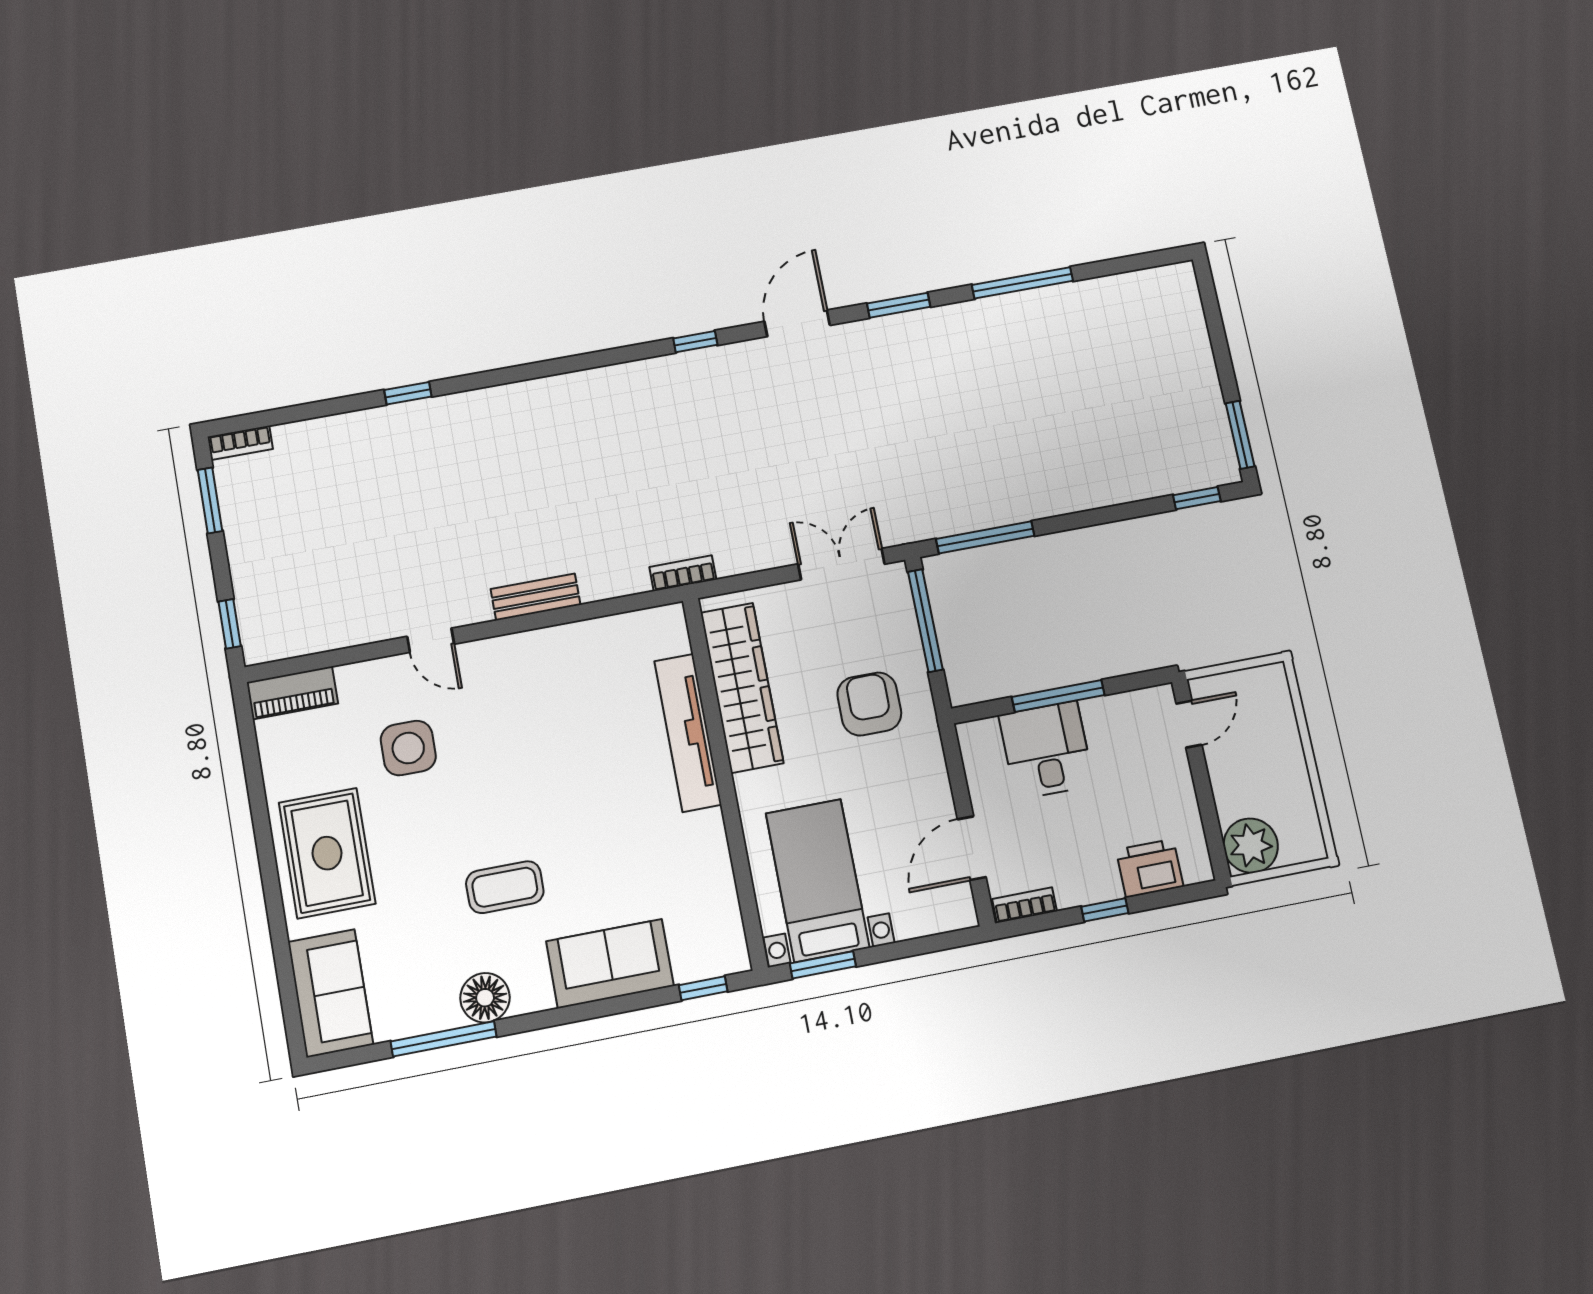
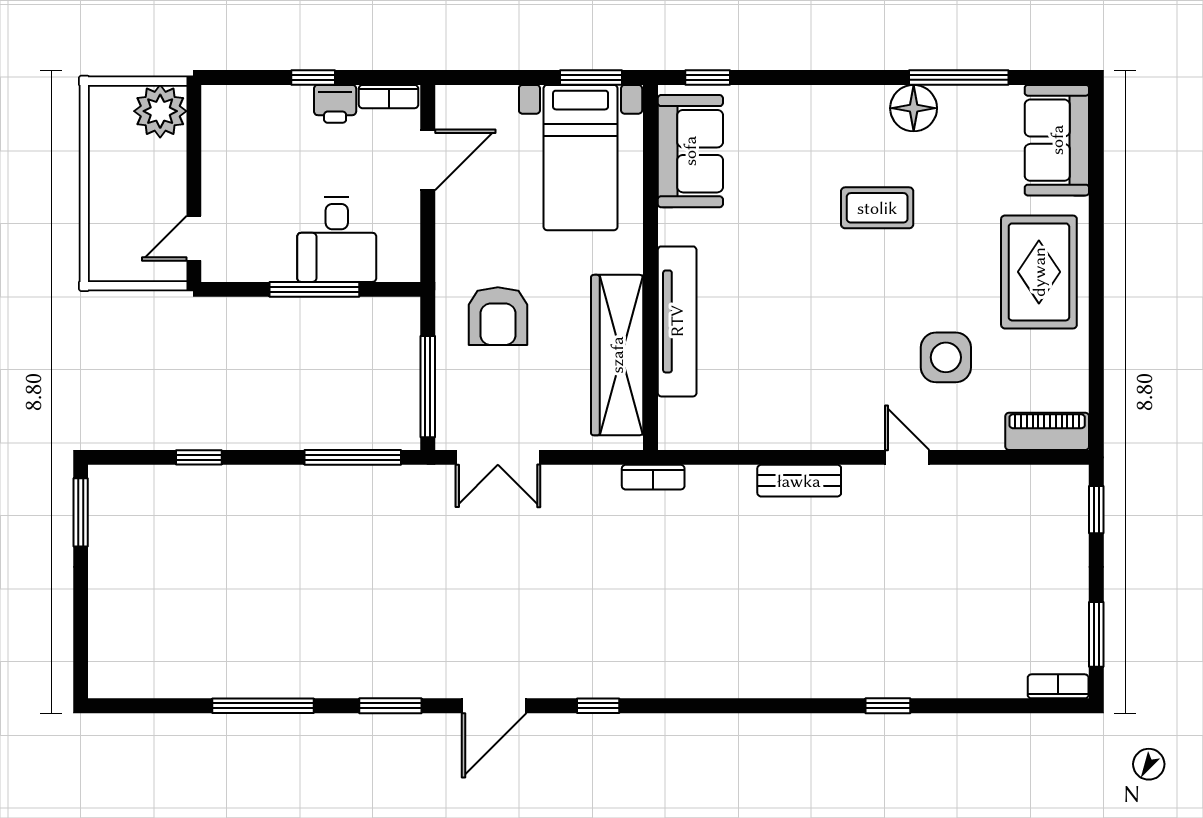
window: (1197, 498) -> (199, 457), moved
printer: (1150, 868) -> (335, 104), moved, width x0.73, depth x0.81
sofa: (610, 964) -> (690, 151), moved, turned -90

